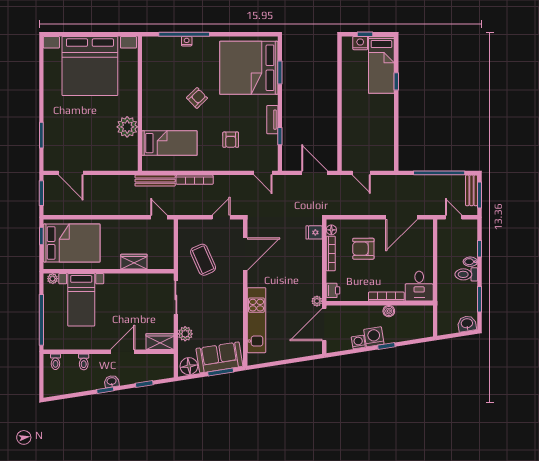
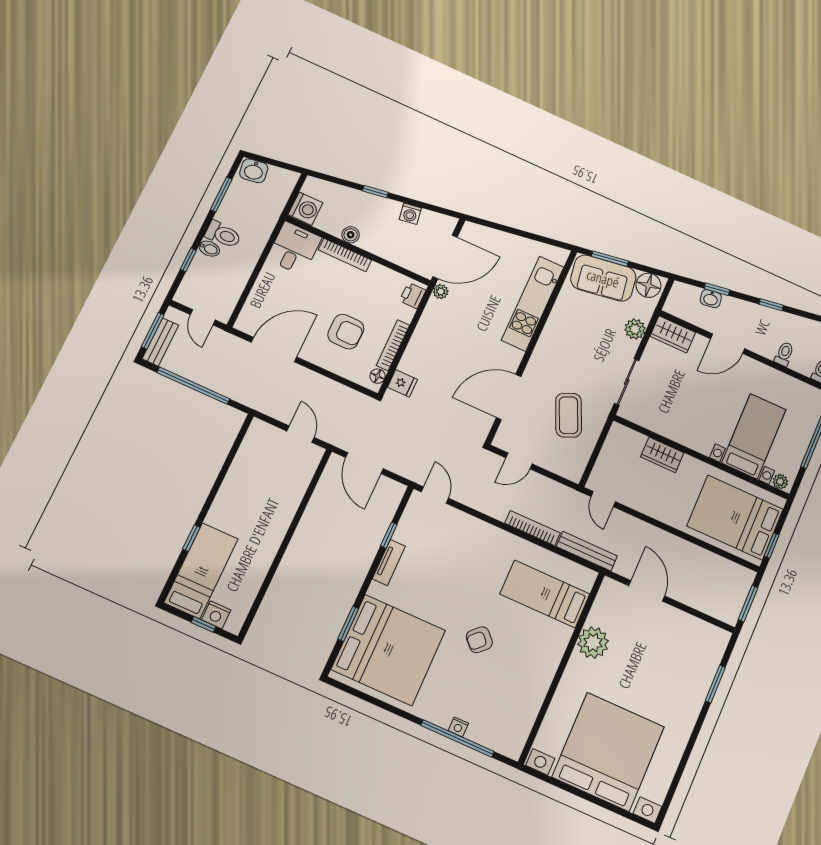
armchair: (231, 140) -> (459, 561), removed
door: (71, 173) -> (647, 591), moved
washing machine: (374, 337) -> (305, 209), moved, turned -81
washbasin: (112, 381) -> (711, 299), moved

